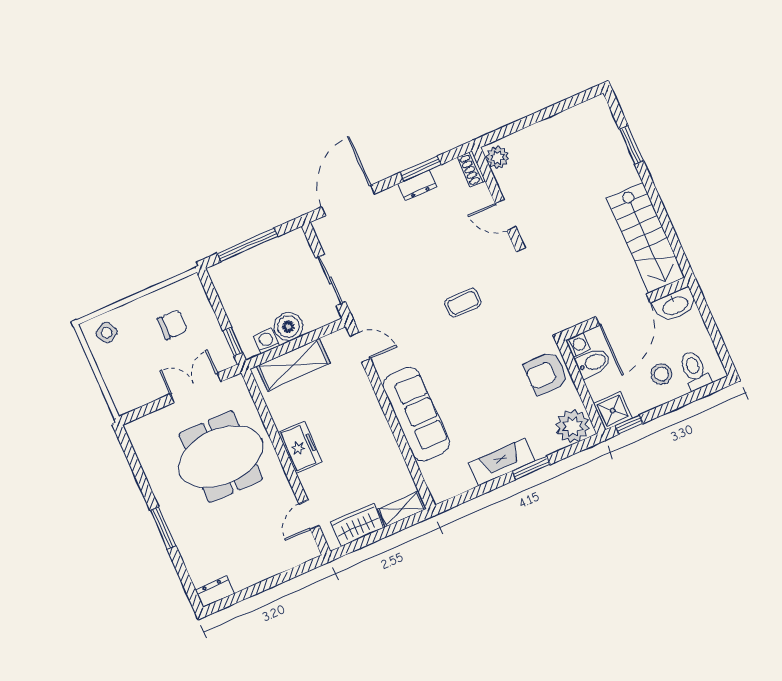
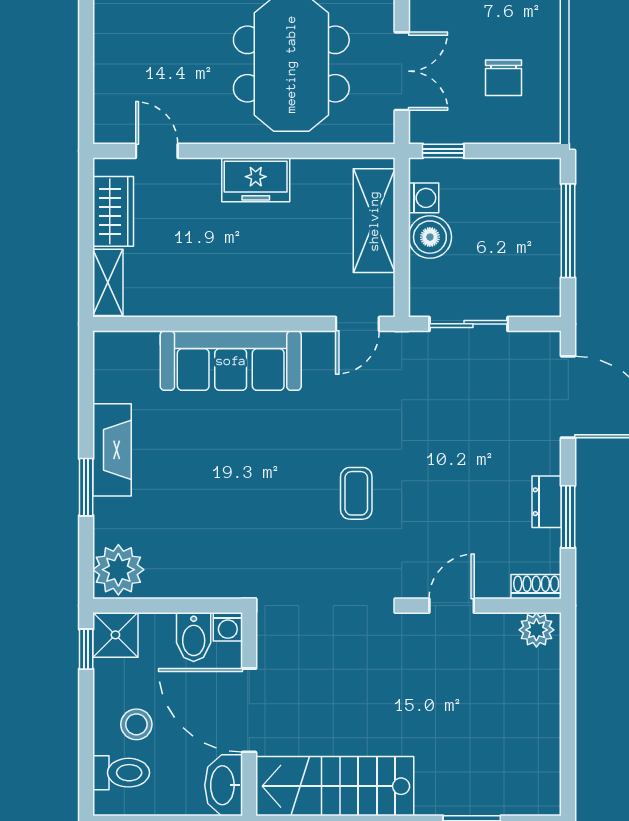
armchair: (546, 373) -> (208, 565), removed

